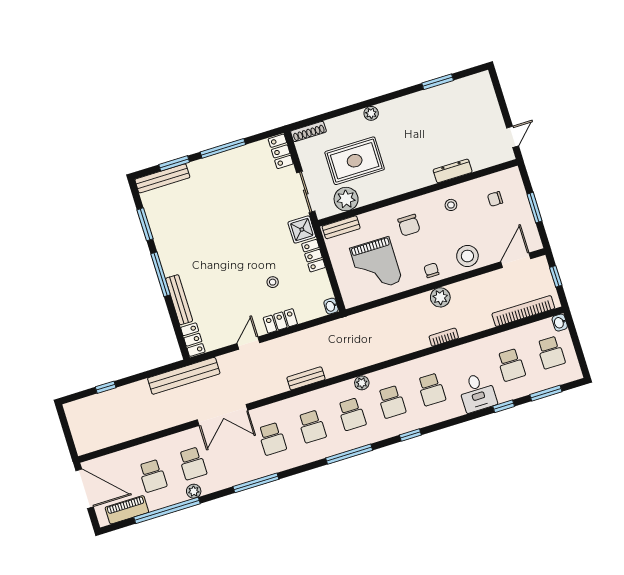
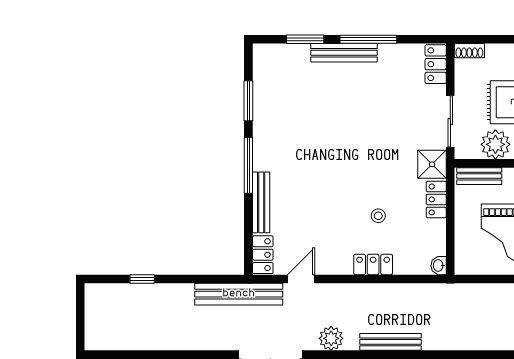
shoe rack: (308, 131) -> (469, 51), width x0.70
bench: (162, 178) -> (344, 53), moved
door: (248, 343) -> (301, 279), moved
bench: (306, 378) -> (391, 342), width x1.36
plant: (266, 388) -> (331, 338), added

